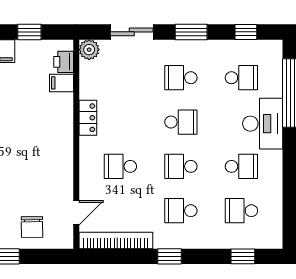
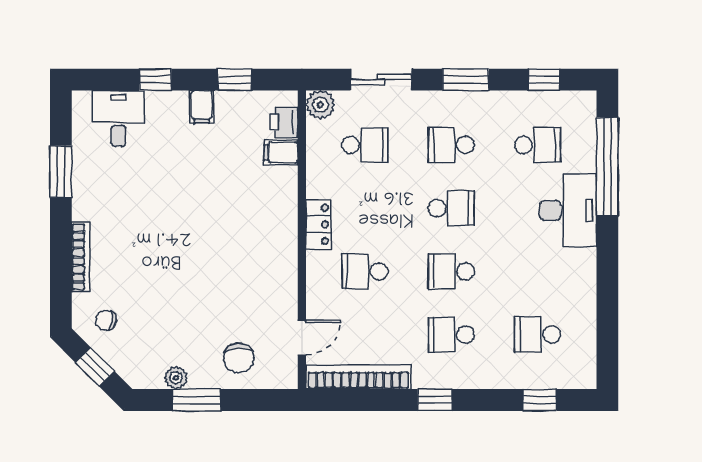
locker: (88, 118) -> (319, 224), moved
school desk: (241, 166) -> (365, 145), moved

